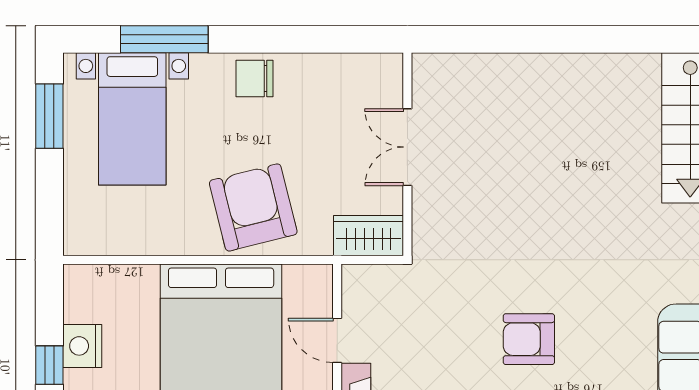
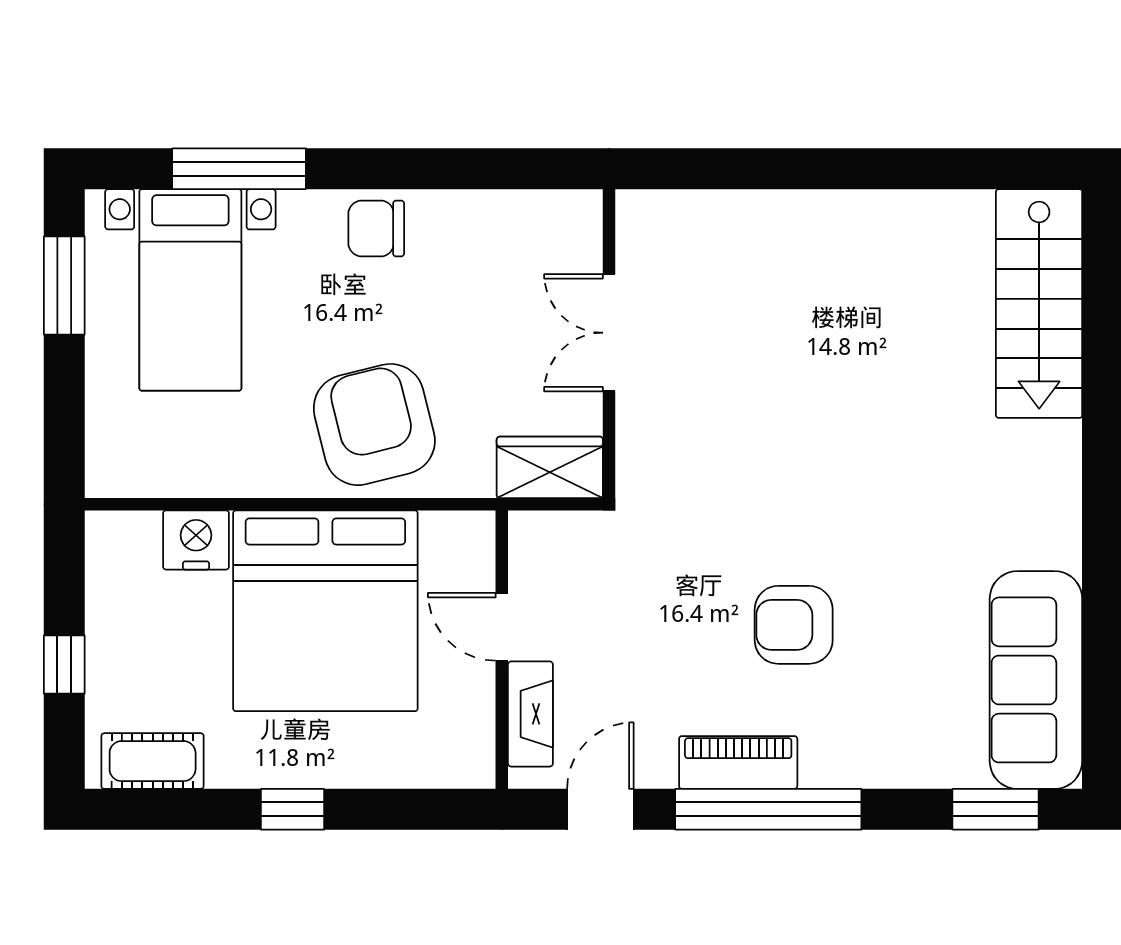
nightstand: (82, 346) -> (196, 540), moved, turned 90

